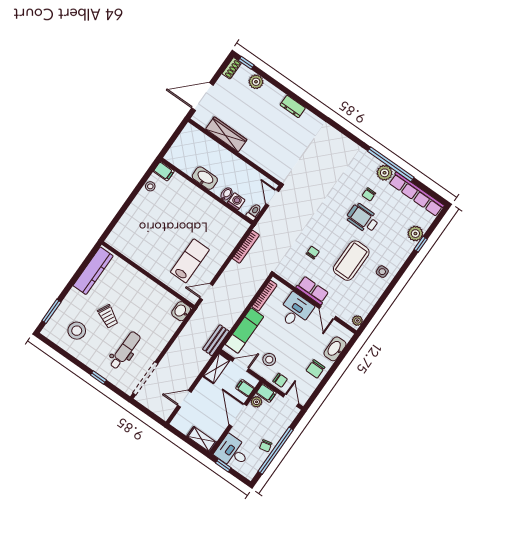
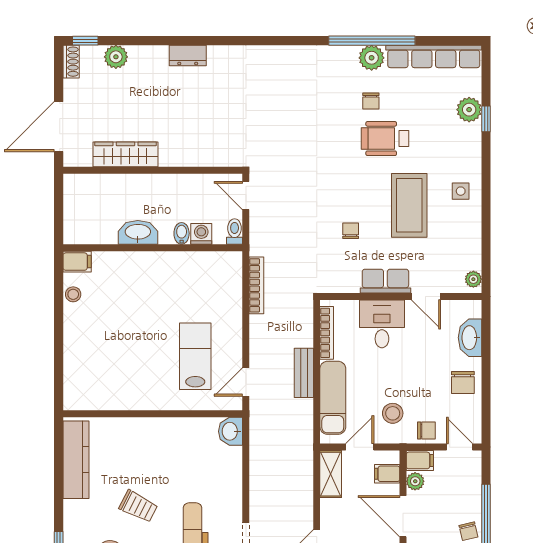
bench: (216, 340) -> (304, 373), moved

